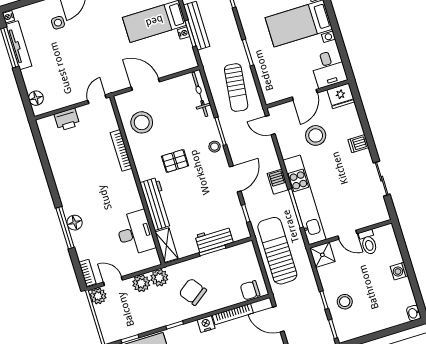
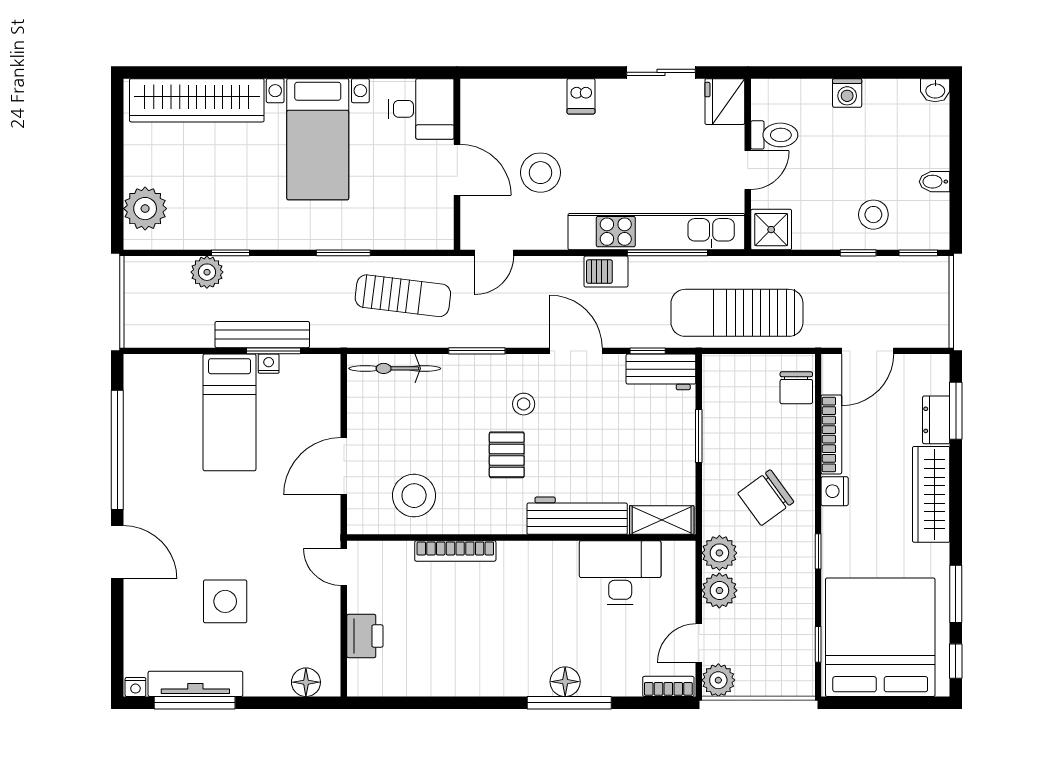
side table: (58, 23) -> (225, 601), moved, width x1.87, depth x1.87
fridge: (341, 96) -> (725, 102), moved, turned 180
stool: (215, 147) -> (524, 404), moved
workbench: (214, 239) -> (661, 372), moved, turned -90
bidet: (370, 326) -> (935, 182), added

